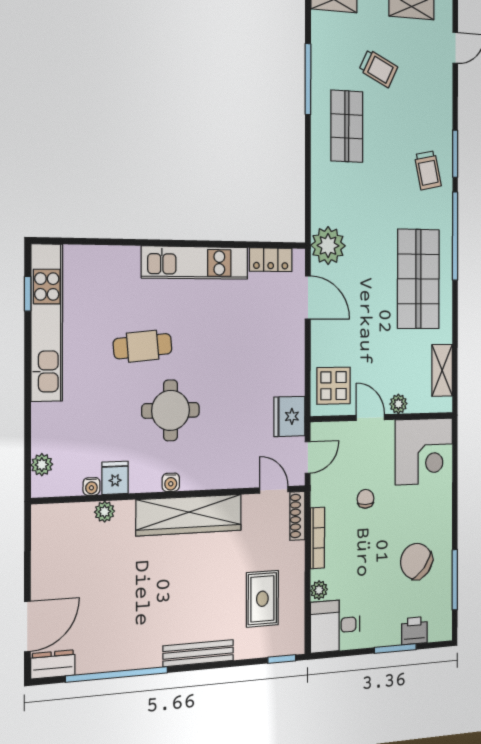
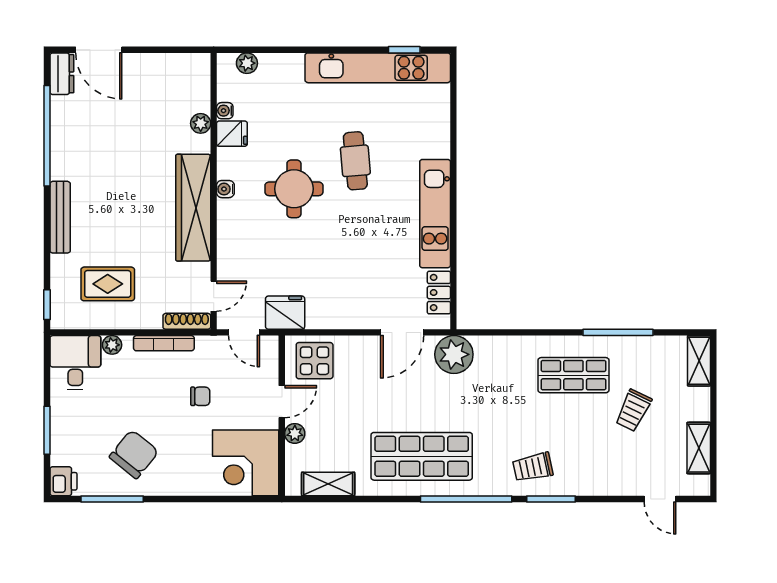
printer: (414, 631) -> (63, 481), moved

